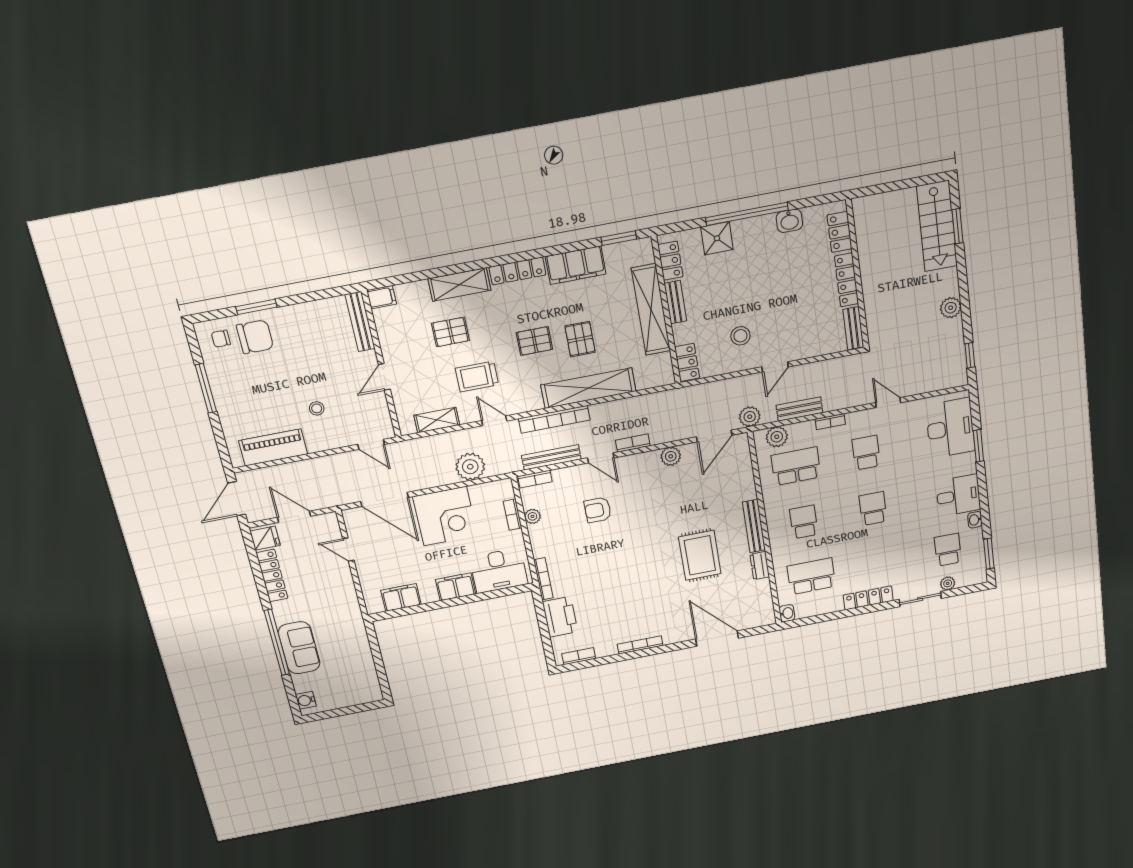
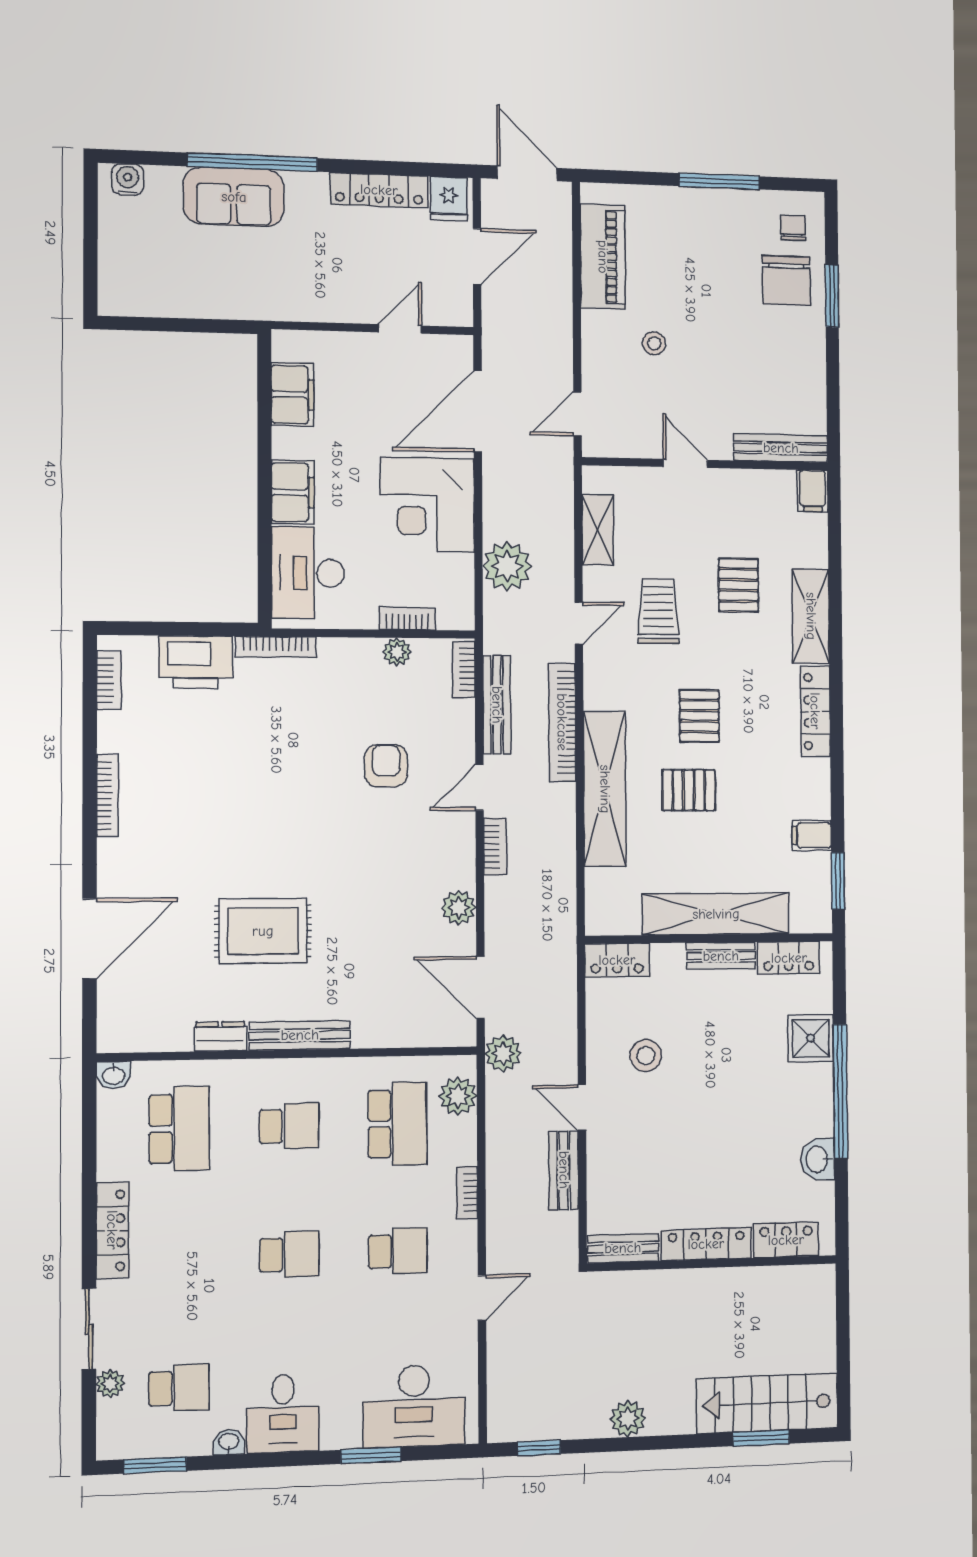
filing cabinet: (576, 265) -> (812, 835), width x0.33, depth x0.86
bench: (799, 409) -> (564, 1170), moved

